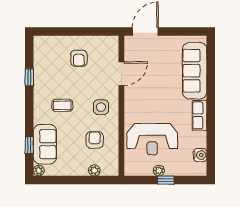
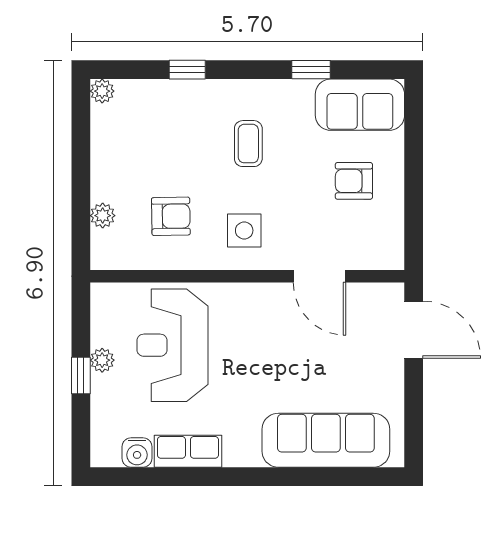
row of seats: (200, 115) -> (188, 451), moved
sofa: (45, 144) -> (360, 105), moved
window: (29, 145) -> (187, 70), moved

